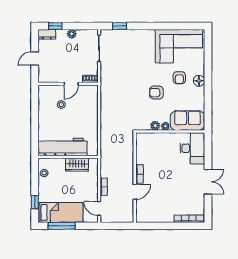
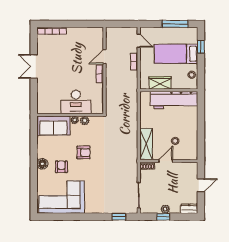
window: (55, 26) -> (163, 217), moved
shelving: (91, 101) -> (146, 144), added
desk: (192, 148) -> (76, 102), moved, turned -90
bed: (60, 212) -> (176, 54), moved

